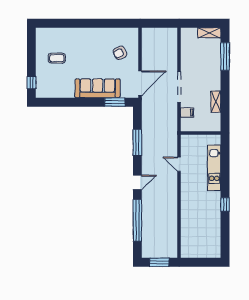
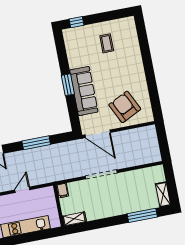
armchair: (120, 53) -> (125, 107), width x1.88, depth x1.88
window: (115, 102) -> (68, 85), moved
shelving: (216, 102) -> (74, 219), moved
filing cabinet: (187, 113) -> (62, 191), moved

